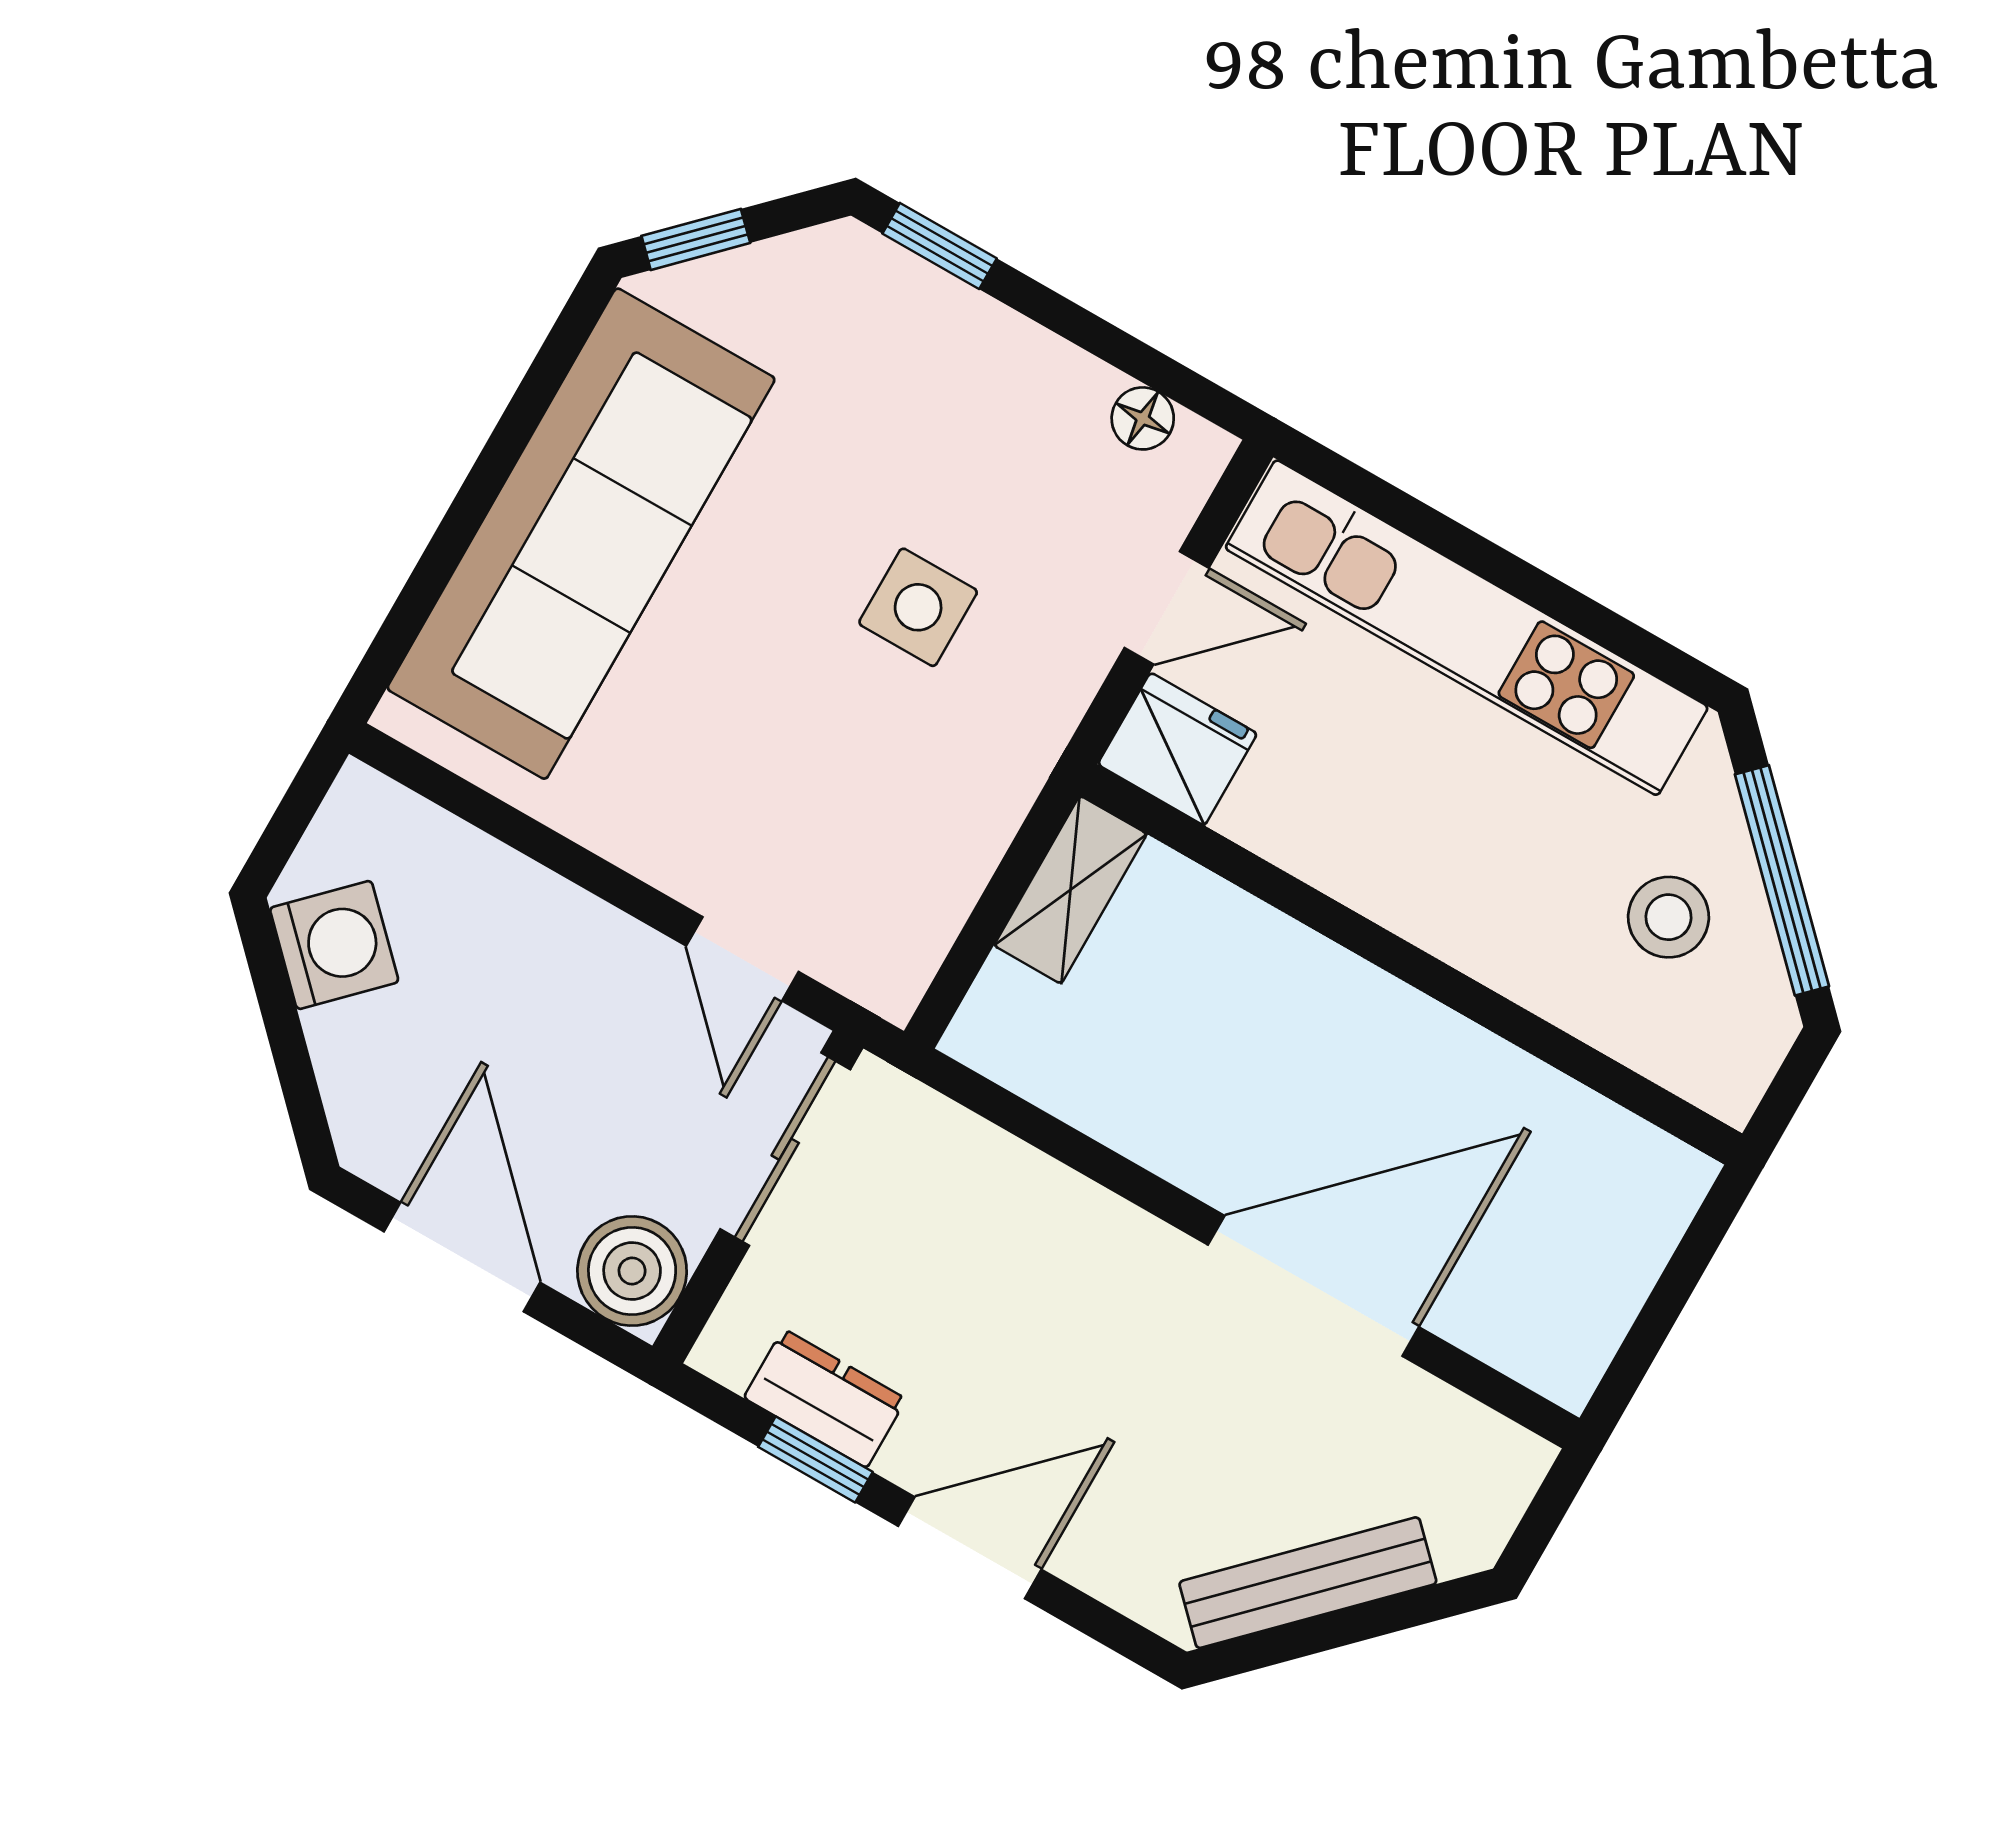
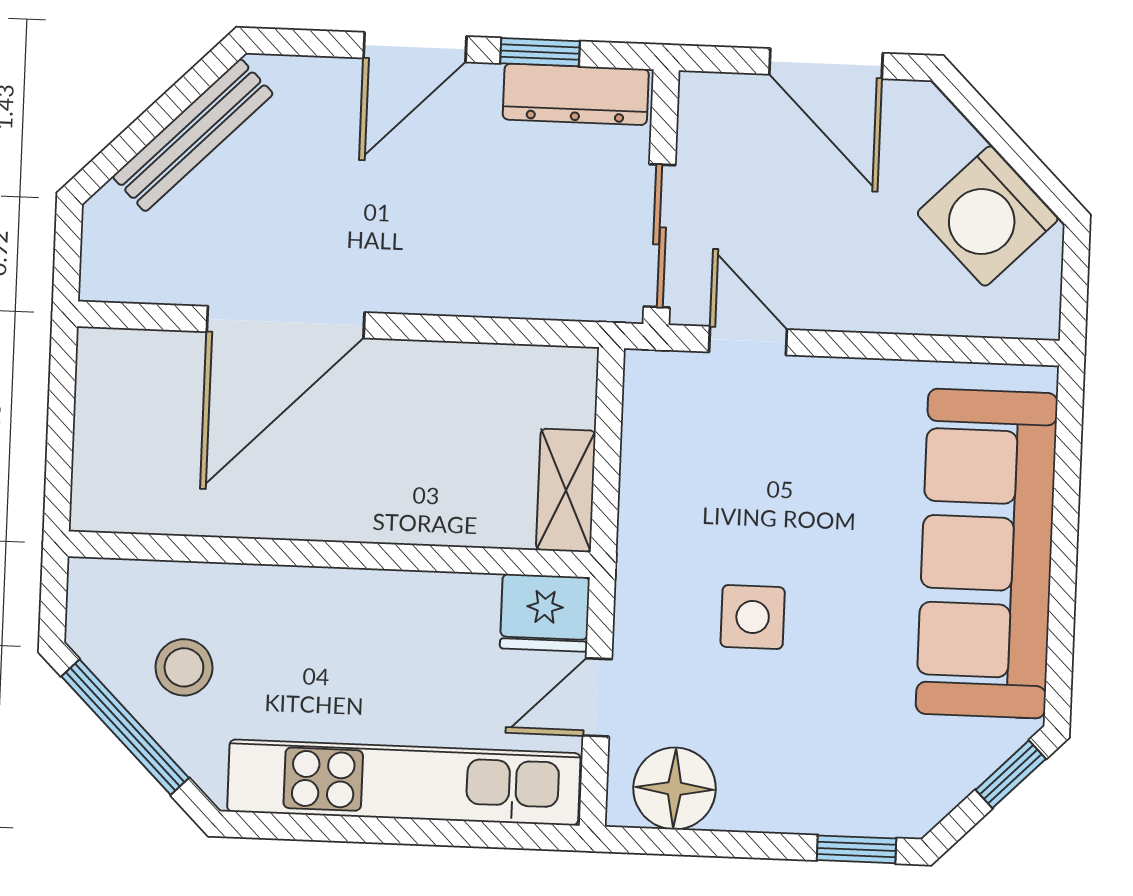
floor lamp: (1143, 418) -> (675, 788), width x1.89, depth x1.89
washing machine: (334, 945) -> (988, 216), width x1.37, depth x1.37
boiler: (632, 1271) -> (716, 110), removed
dresser: (825, 1398) -> (576, 94), width x1.44

